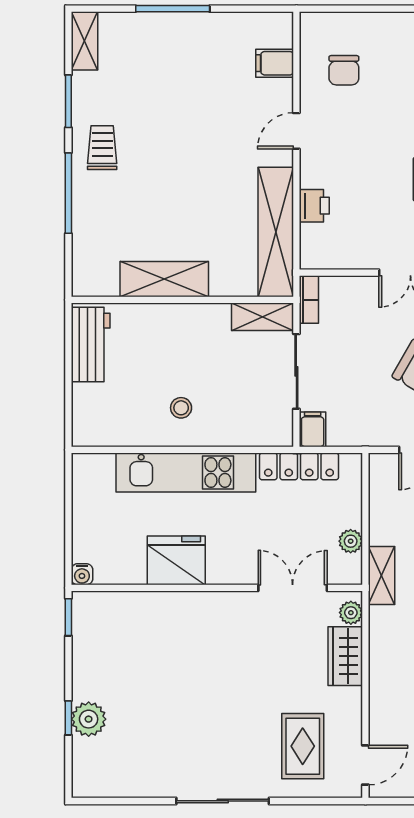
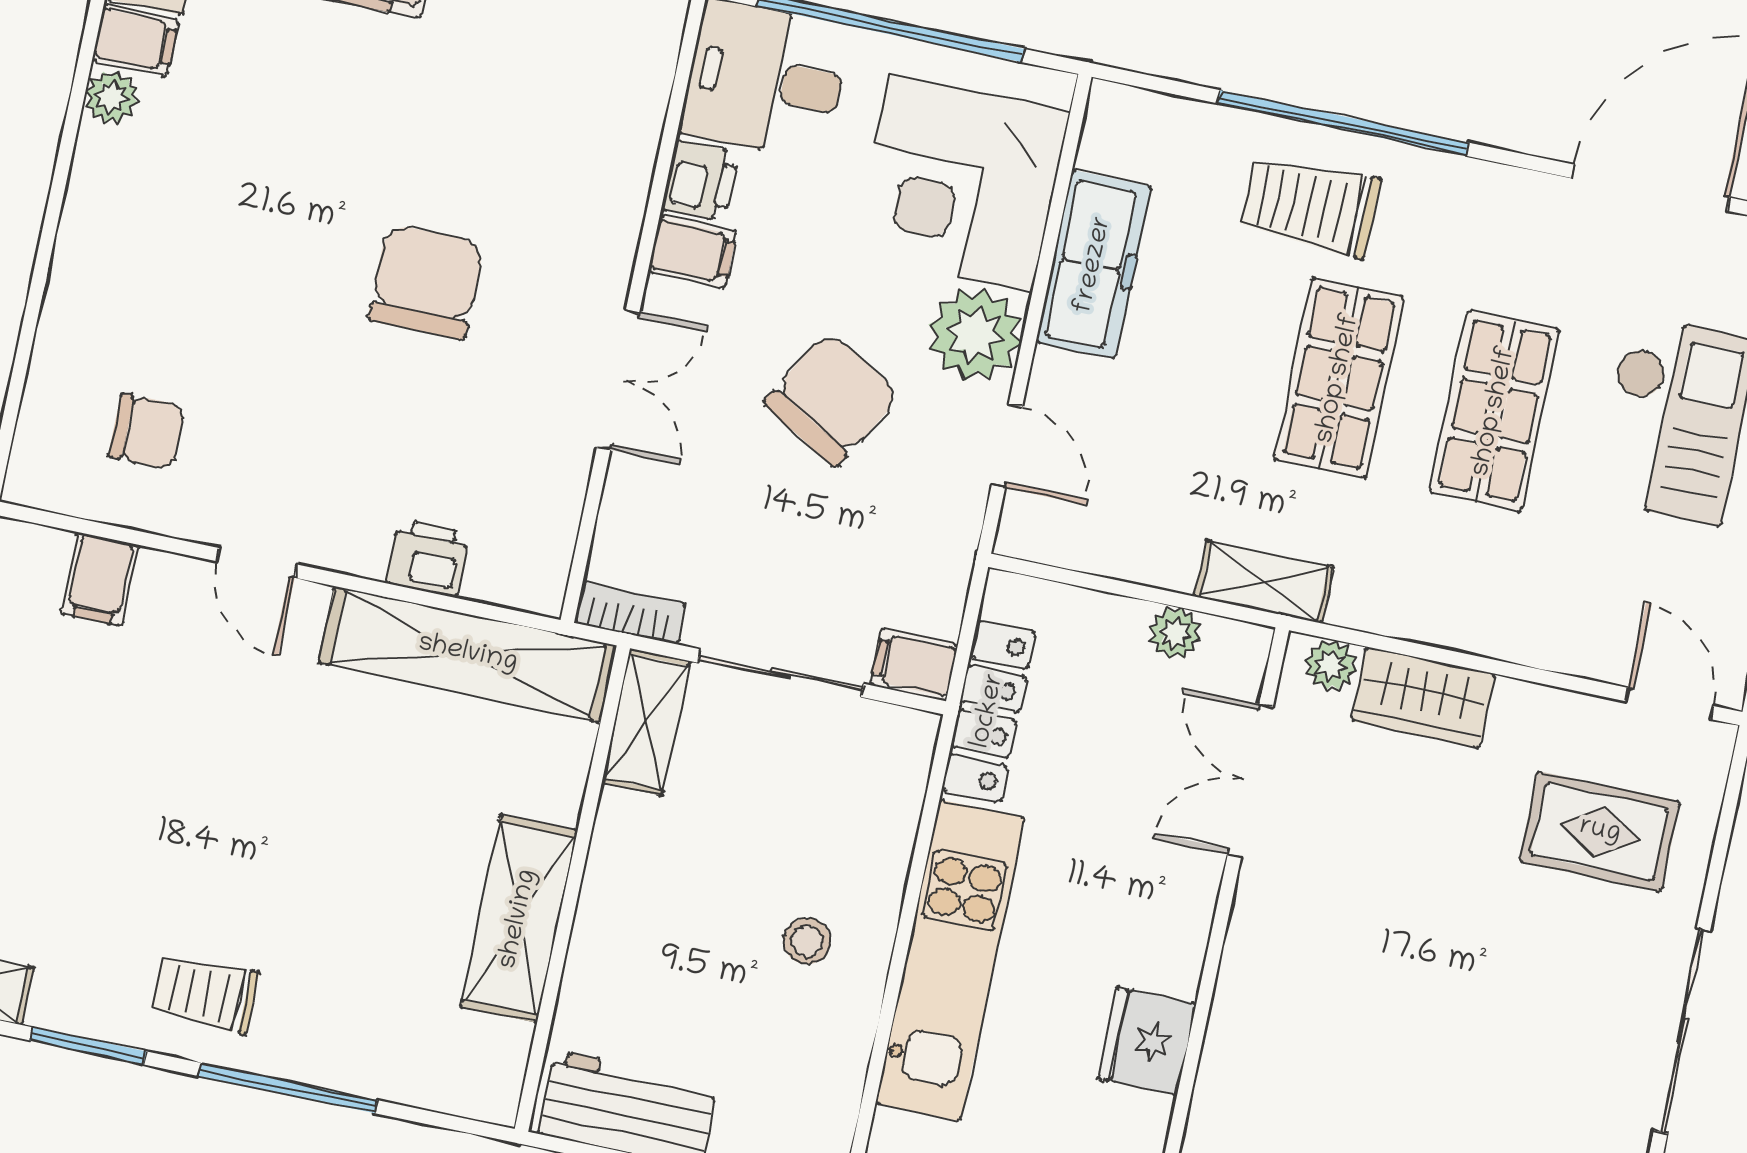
fridge: (176, 560) -> (1147, 1041), width x0.73, depth x0.75

